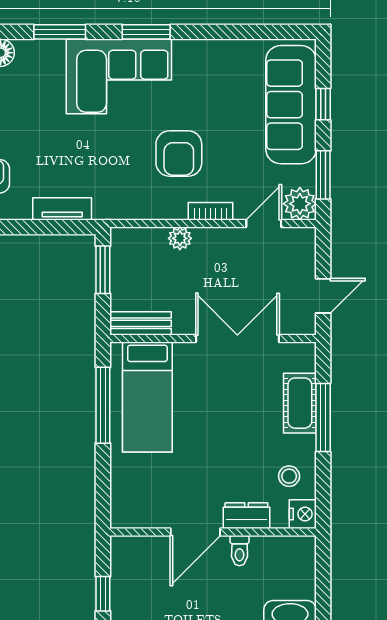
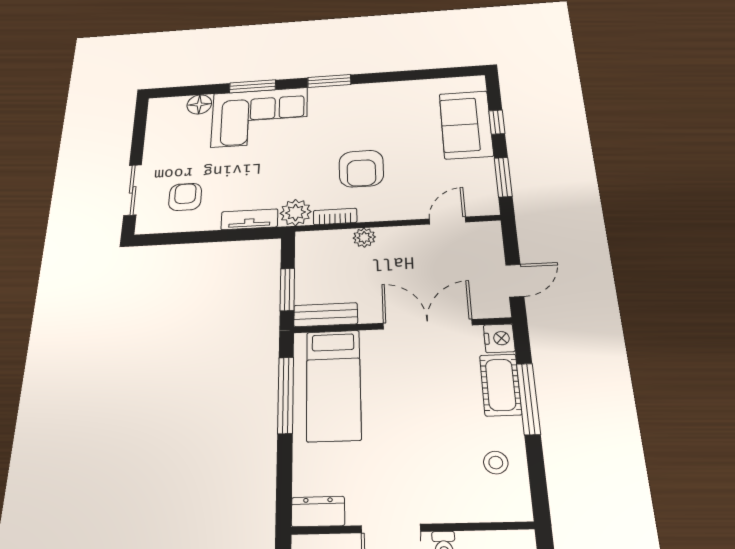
corner sofa: (119, 76) -> (259, 117), moved
sofa: (291, 105) -> (466, 125), width x0.73
plant: (300, 204) -> (296, 213), moved
bookcase: (211, 211) -> (335, 216), moved
window: (103, 270) -> (287, 289), moved
nightstand: (303, 514) -> (499, 338), moved
dresser: (246, 516) -> (318, 511), moved

